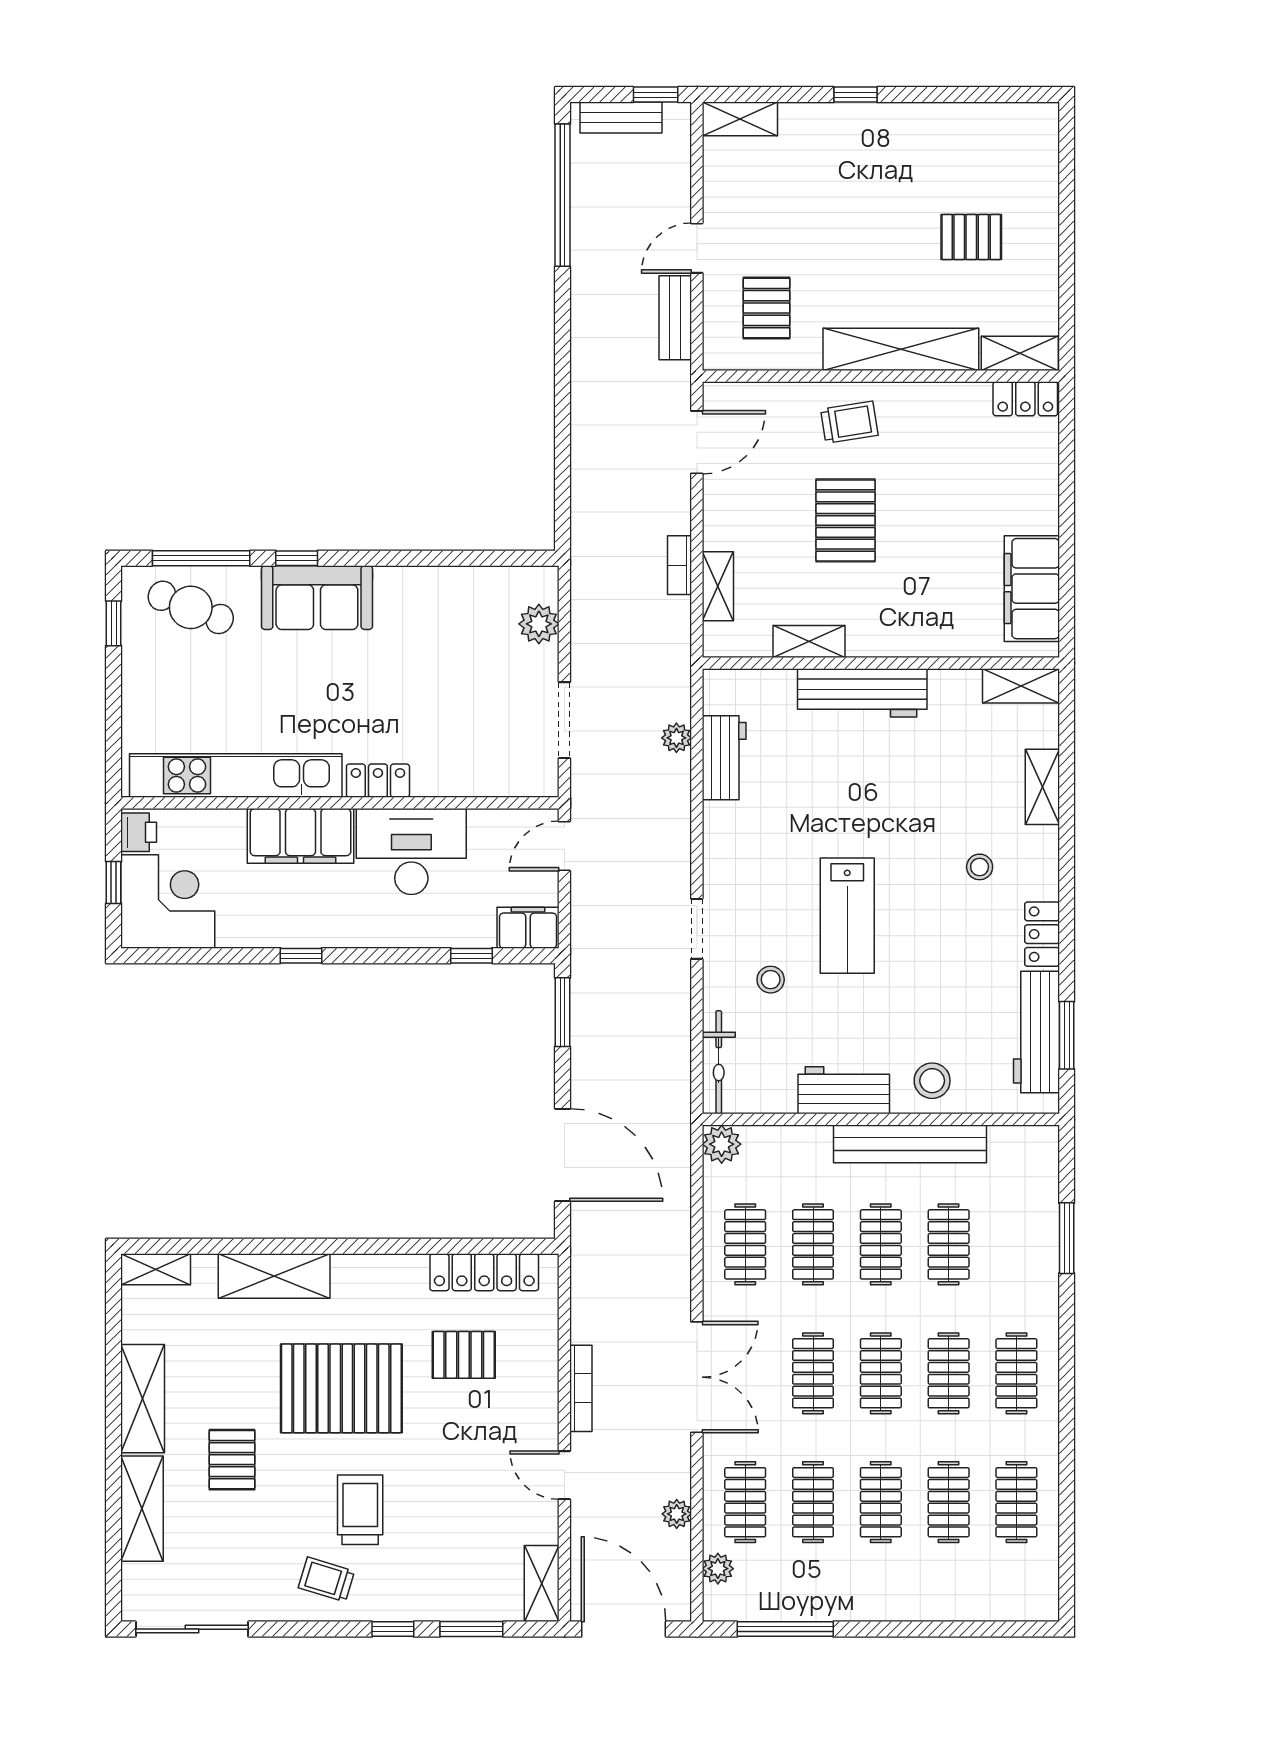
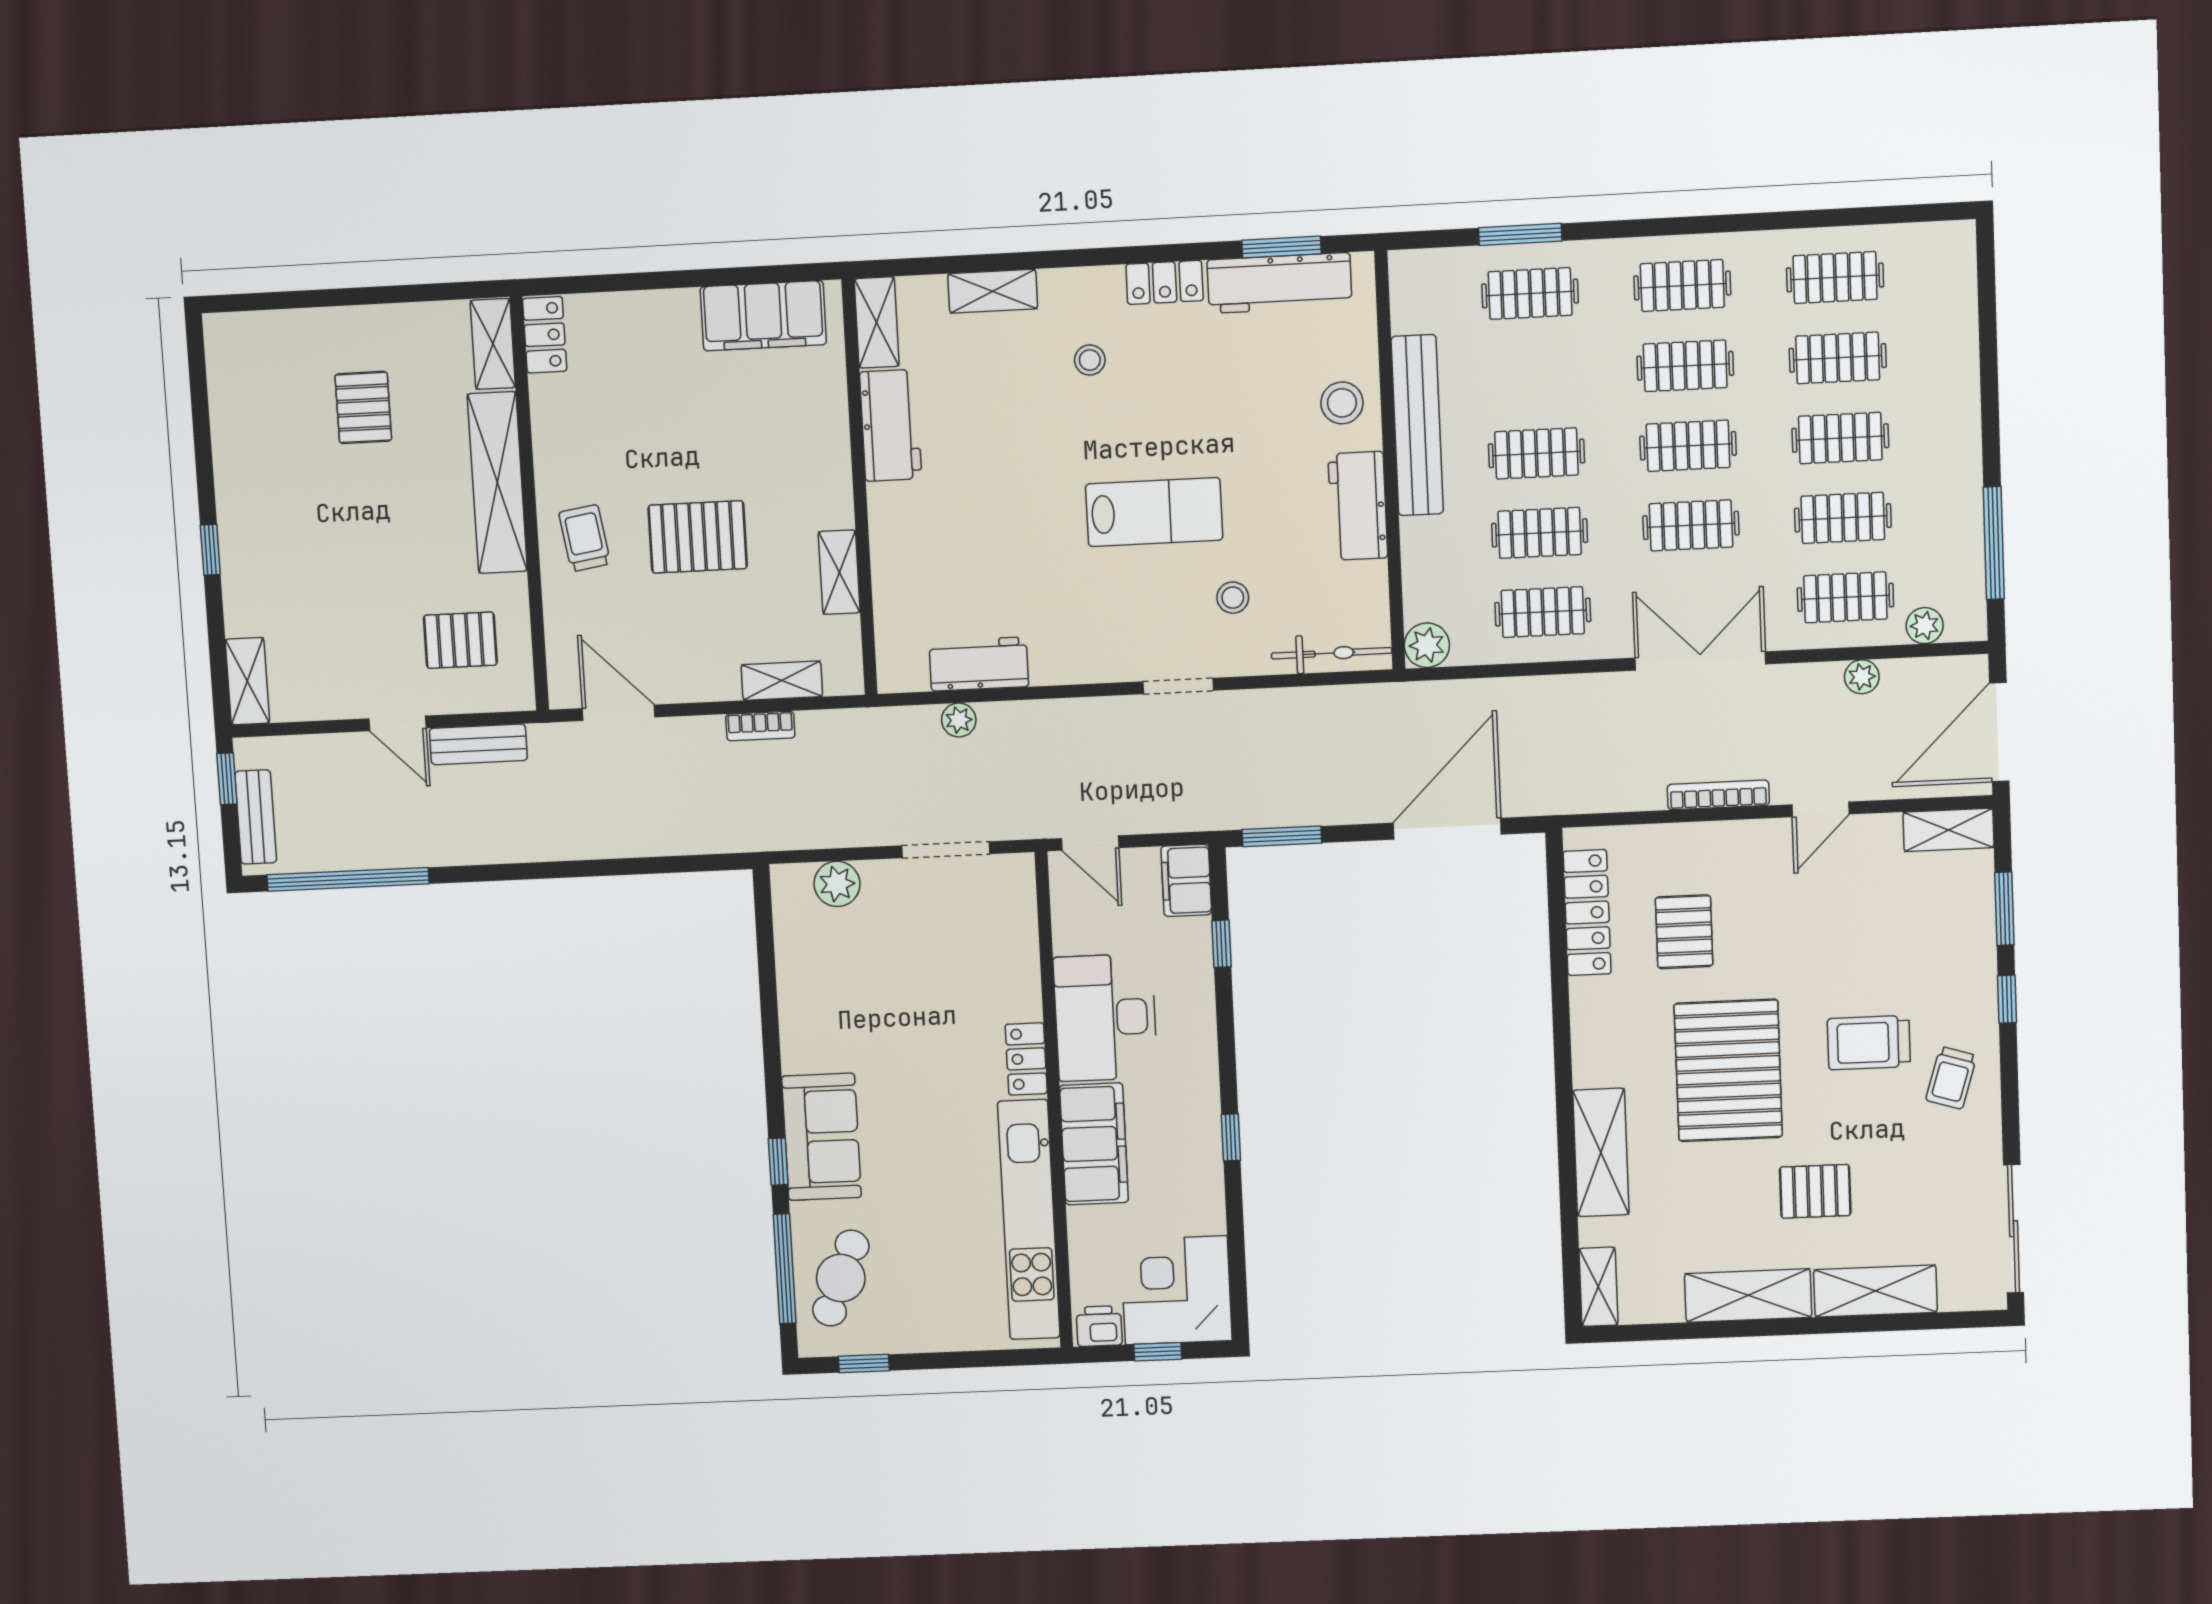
workbench: (862, 693) -> (891, 425), moved, width x0.73
clothes rail: (949, 1244) -> (1530, 294), moved

